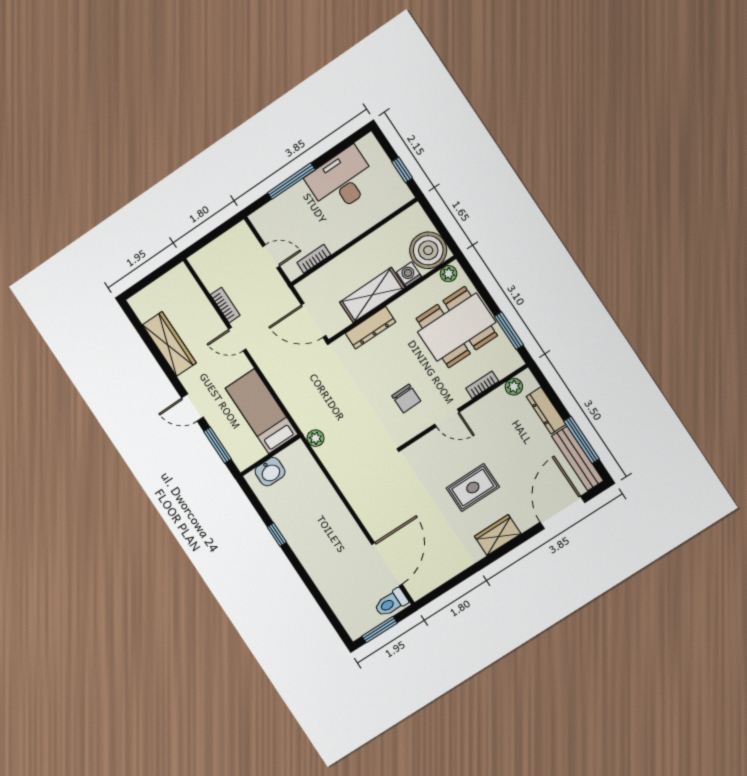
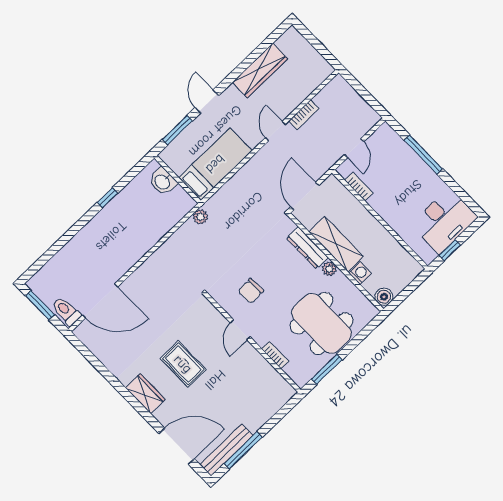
desk: (342, 181) -> (444, 221), moved, turned 90
boiler: (428, 250) -> (384, 297), width x0.54, depth x0.54
plant: (449, 274) -> (329, 269), moved
plant: (514, 387) -> (279, 383), removed
dresser: (546, 410) -> (263, 415), removed

